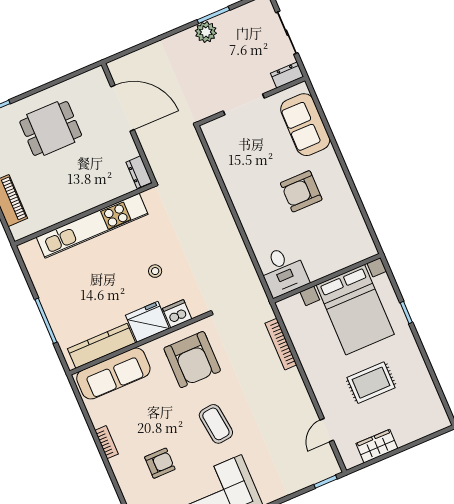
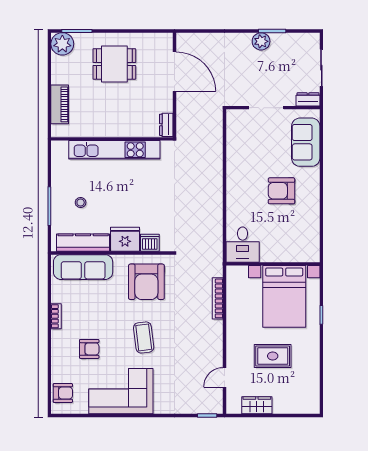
stool: (155, 271) -> (81, 203), moved

